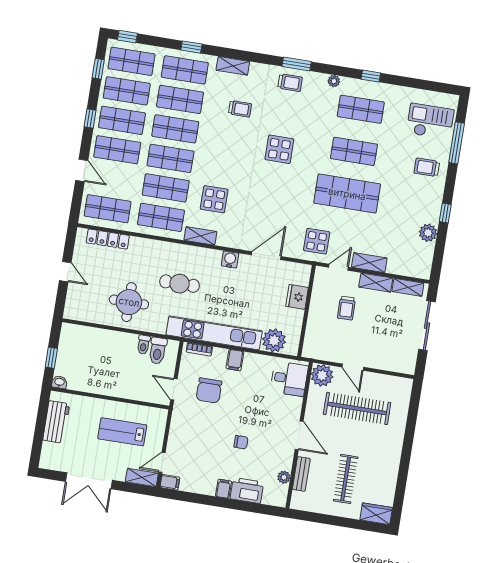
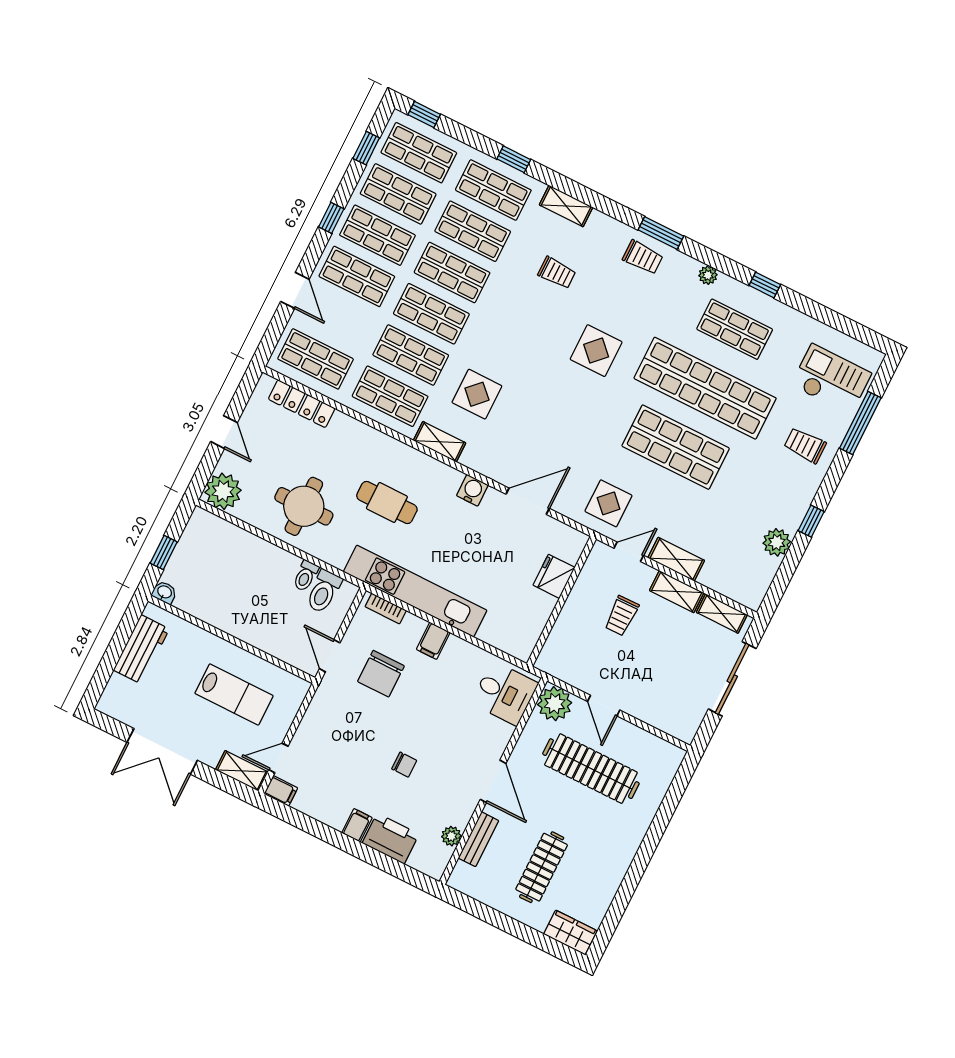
shop shelf: (354, 151) -> (705, 388), width x2.00, depth x1.36
plant: (274, 340) -> (223, 491), moved
lab bench: (122, 432) -> (234, 694), turned 180

